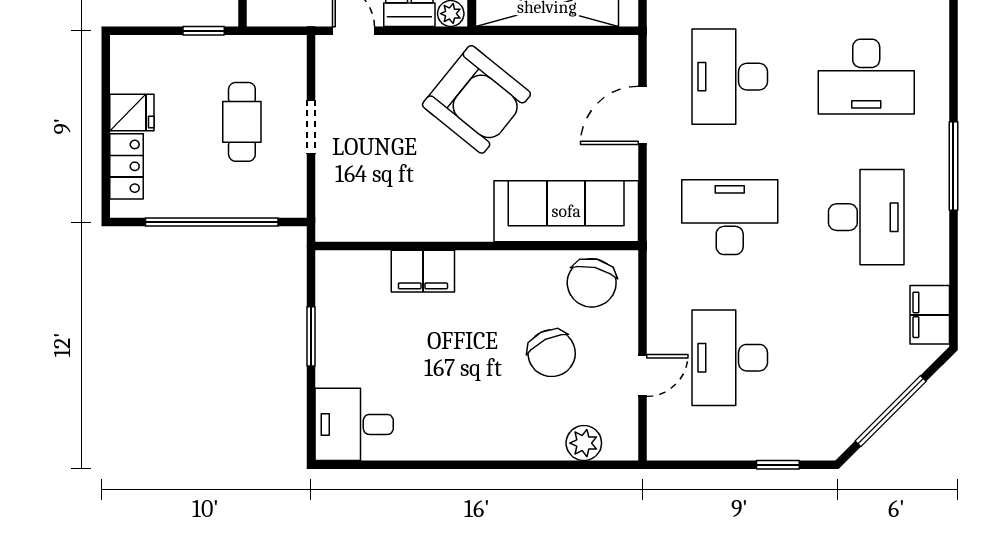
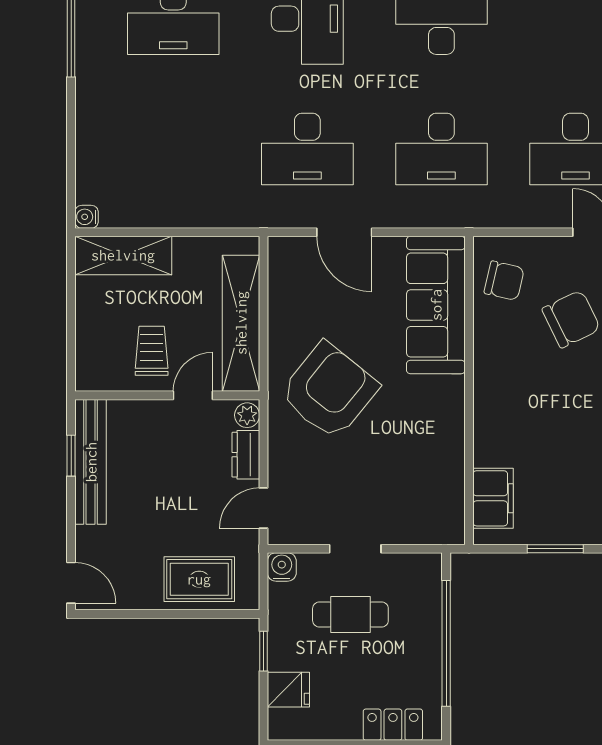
water cooler: (292, 50) -> (282, 567), added
fridge: (132, 112) -> (288, 690), moved, turned 90
desk: (730, 217) -> (441, 149), turned -90
filing cabinet: (423, 271) -> (493, 498), moved
chair: (592, 283) -> (504, 281), width x0.73, depth x0.73

